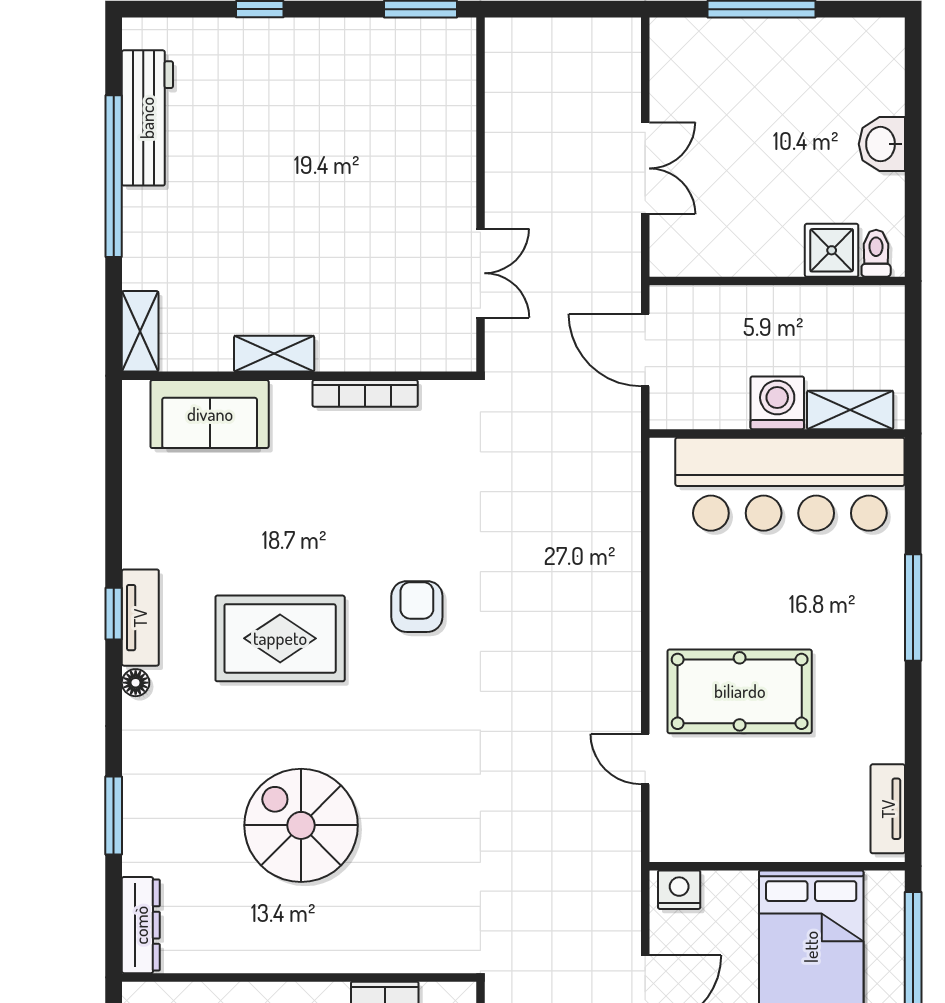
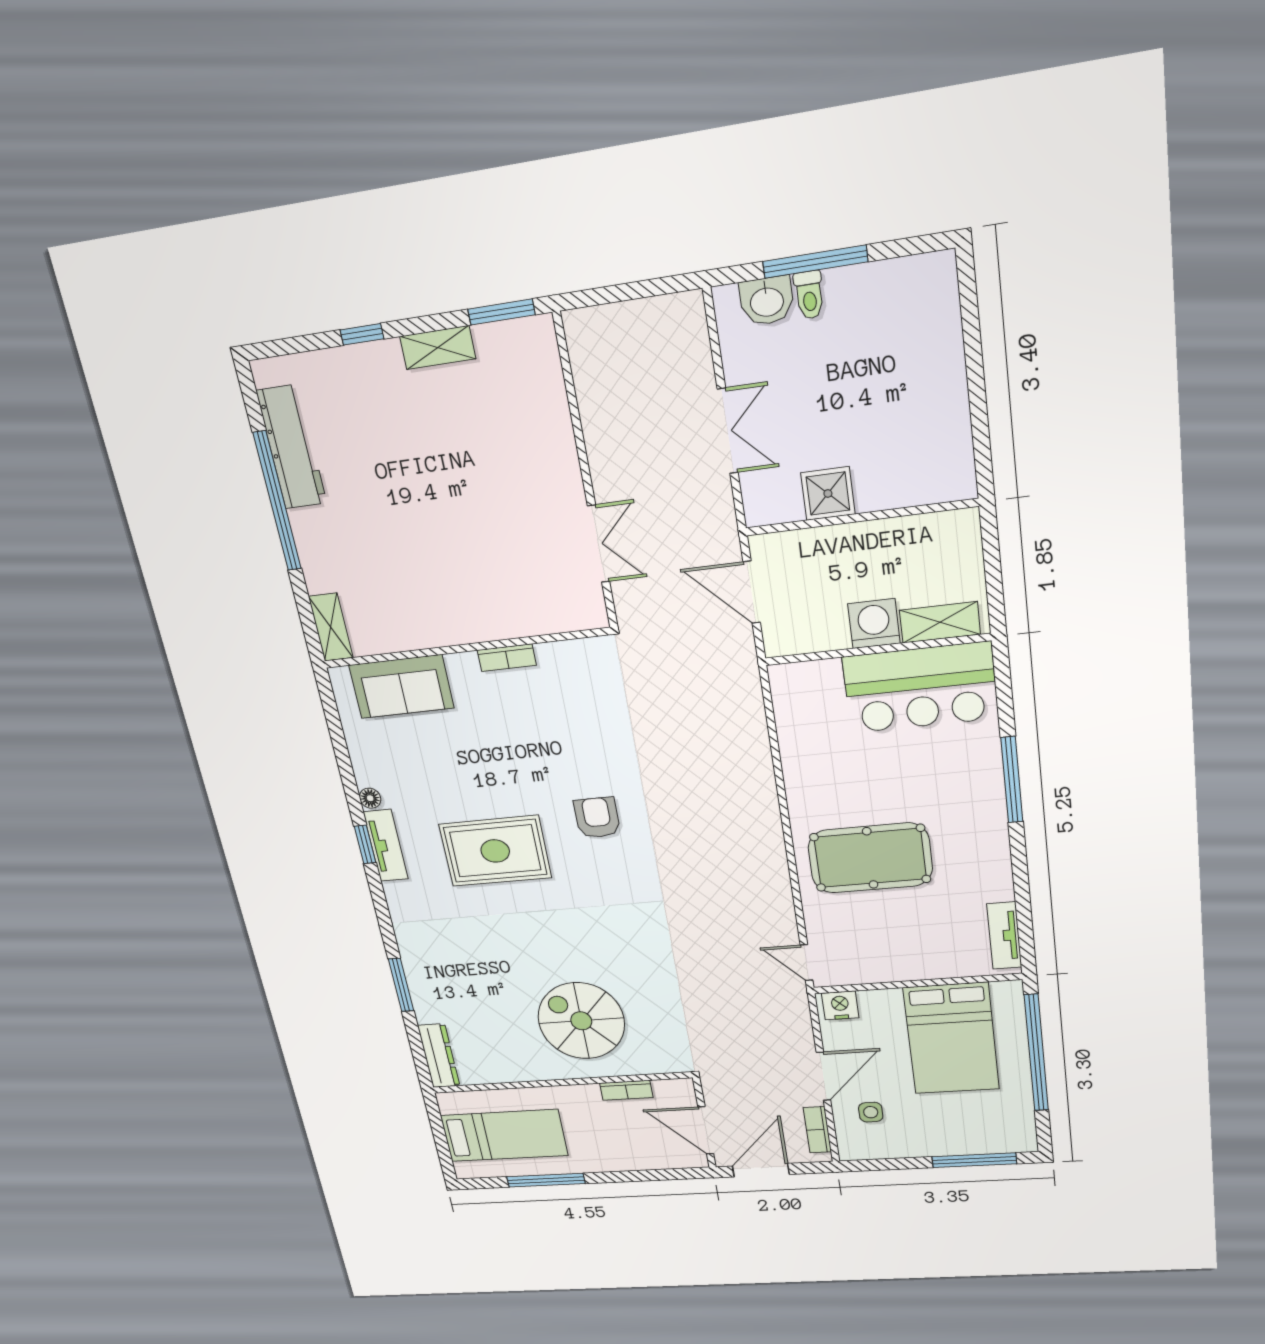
washbasin: (882, 144) -> (767, 301), moved, turned -90
shower: (832, 250) -> (828, 493), moved
toilet: (876, 253) -> (809, 295), moved, turned 180
shelving: (274, 354) -> (438, 348), moved
bookcase: (365, 393) -> (507, 658), width x0.64
bar counter: (790, 484) -> (920, 688), width x0.73
floor lamp: (136, 683) -> (370, 798), moved
door: (645, 759) -> (807, 963), moved
spiral stairs: (301, 825) -> (581, 1021), moved

